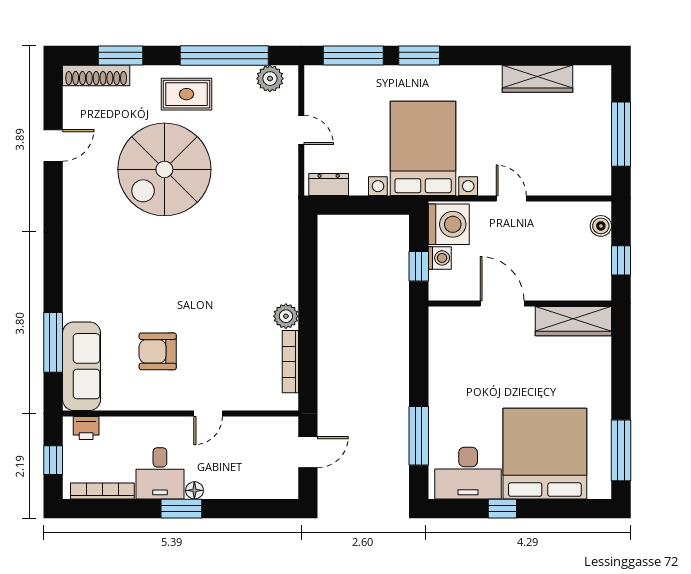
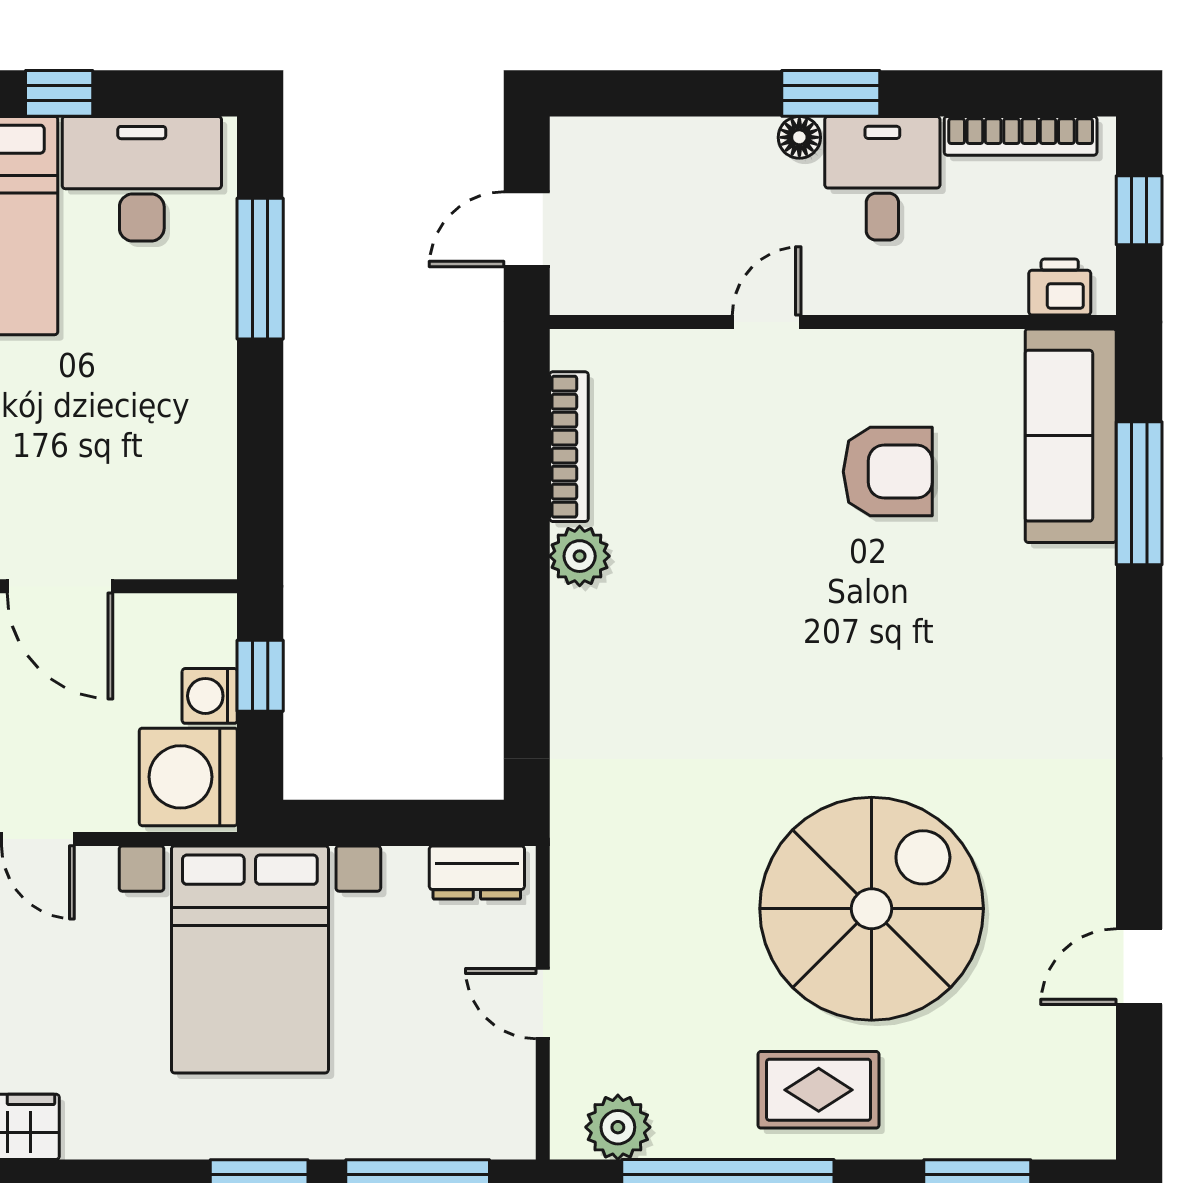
shoe rack: (96, 75) -> (1036, 1135), removed

